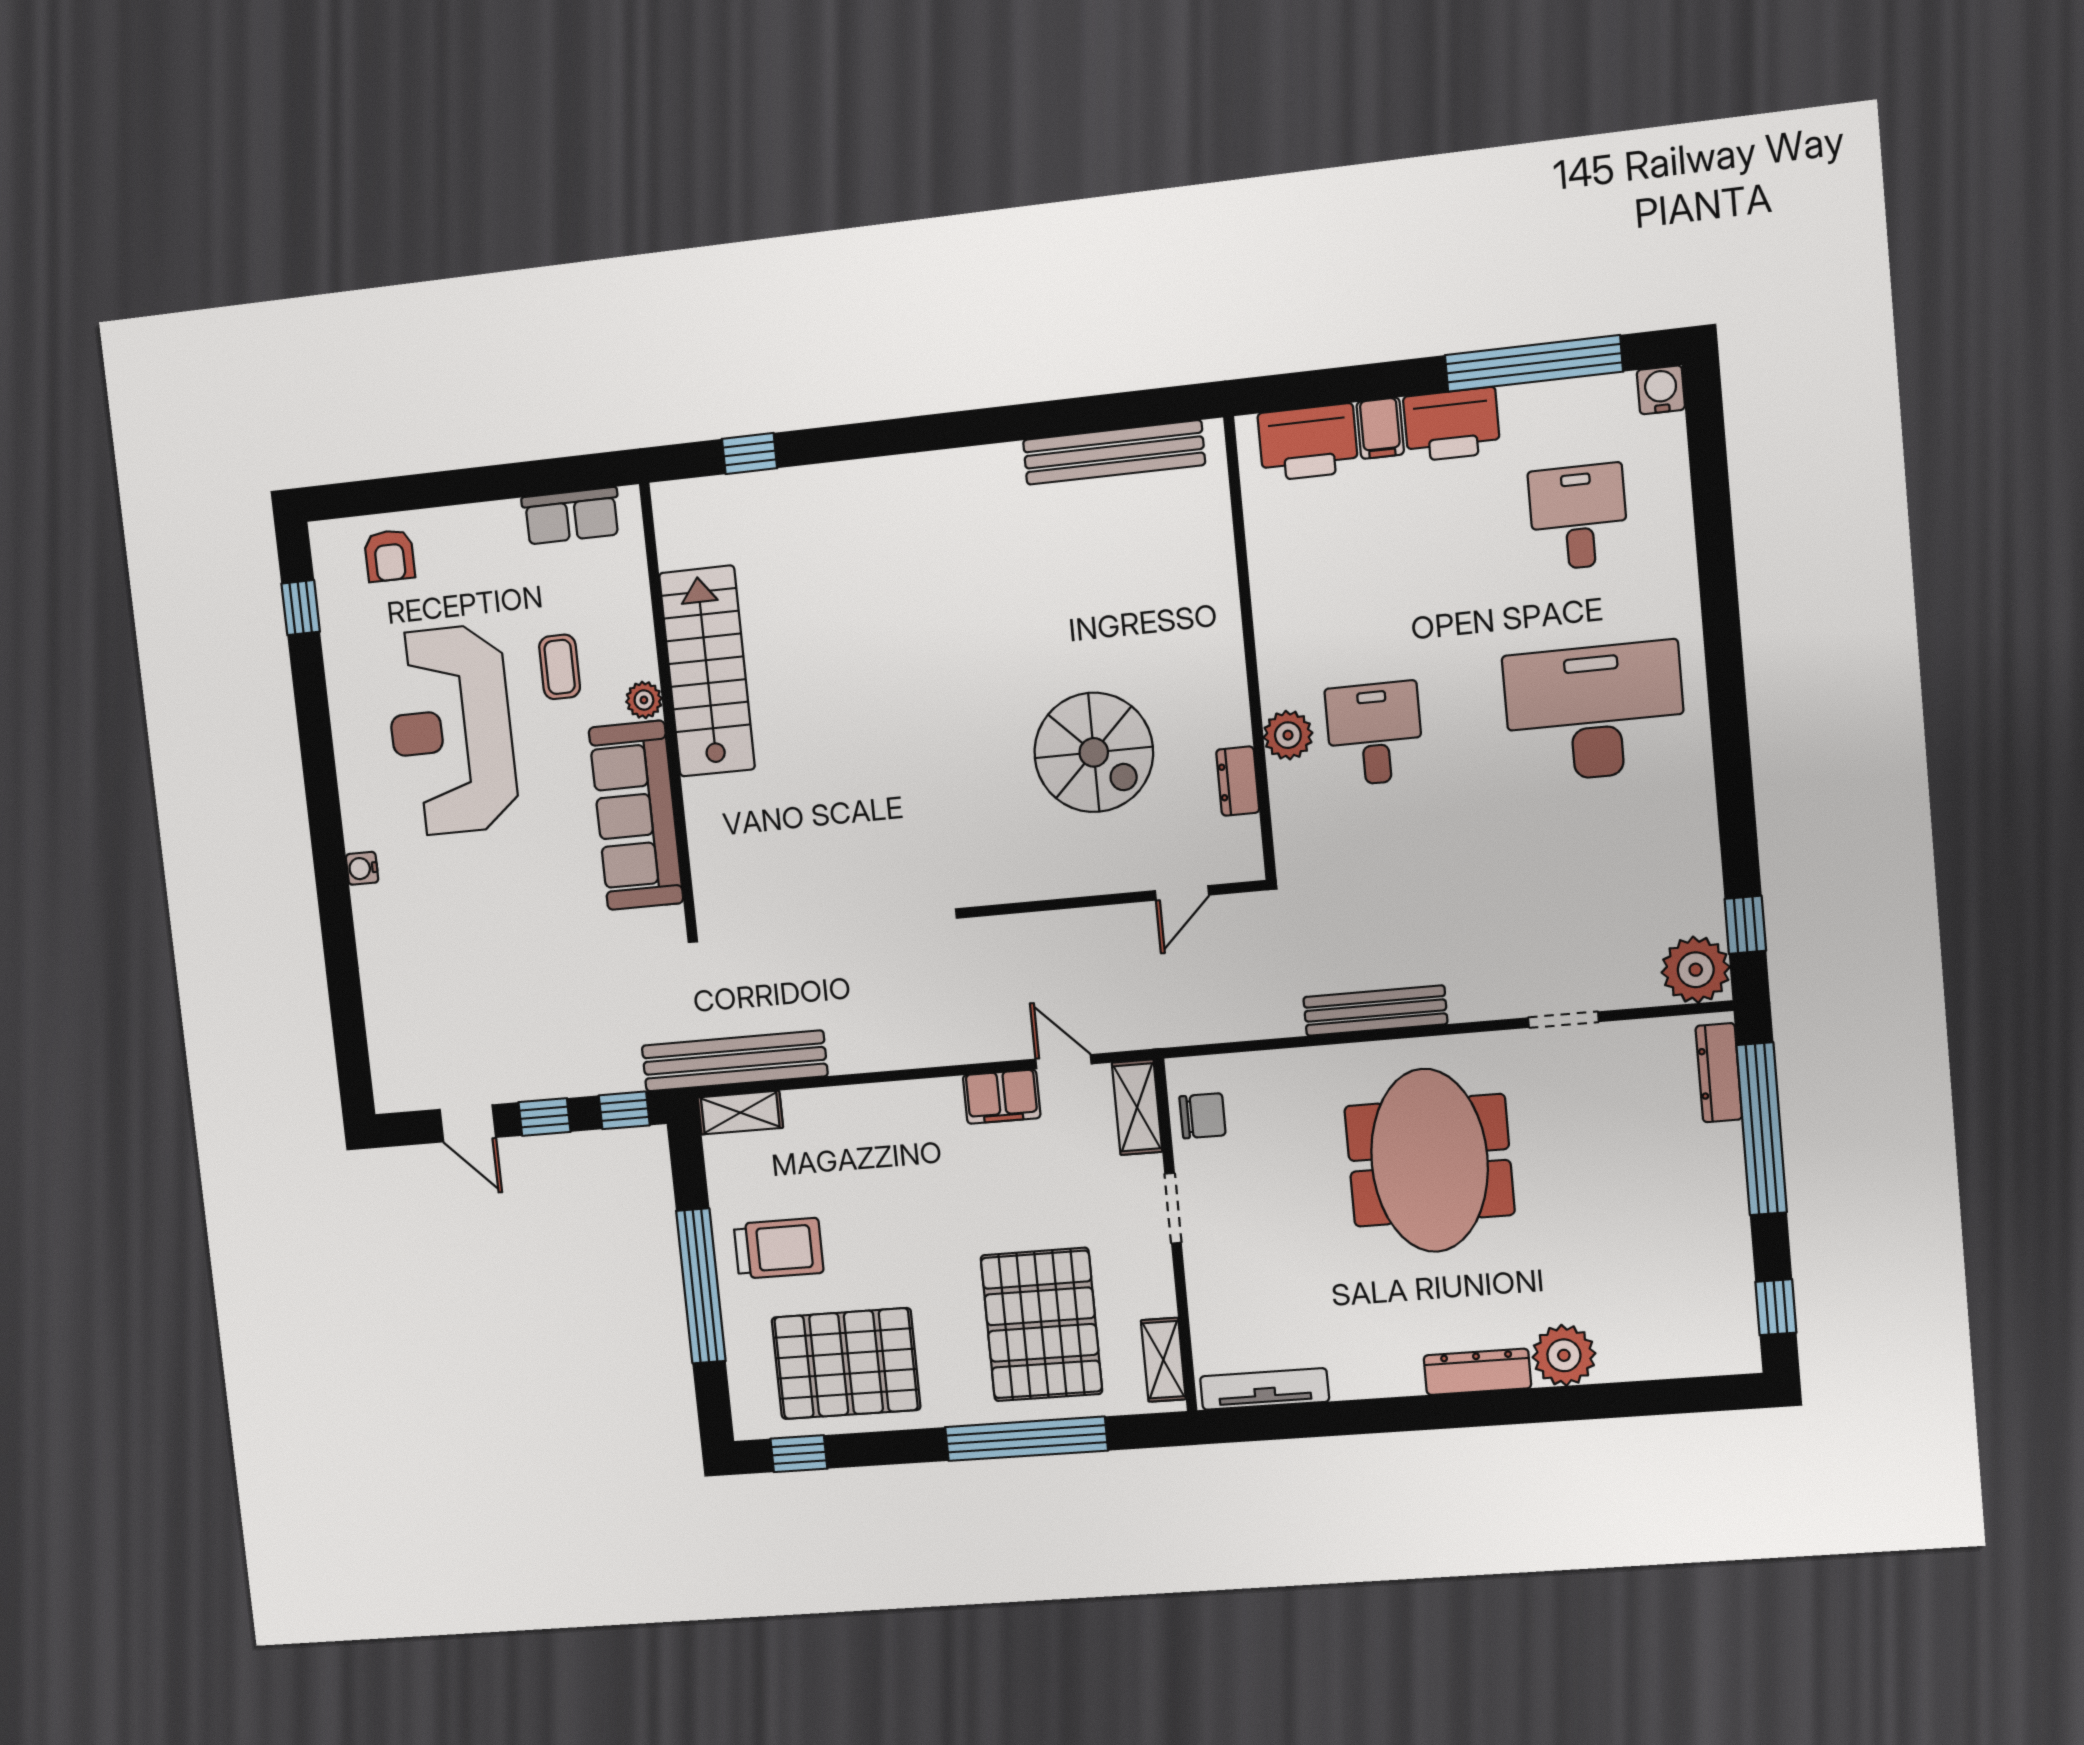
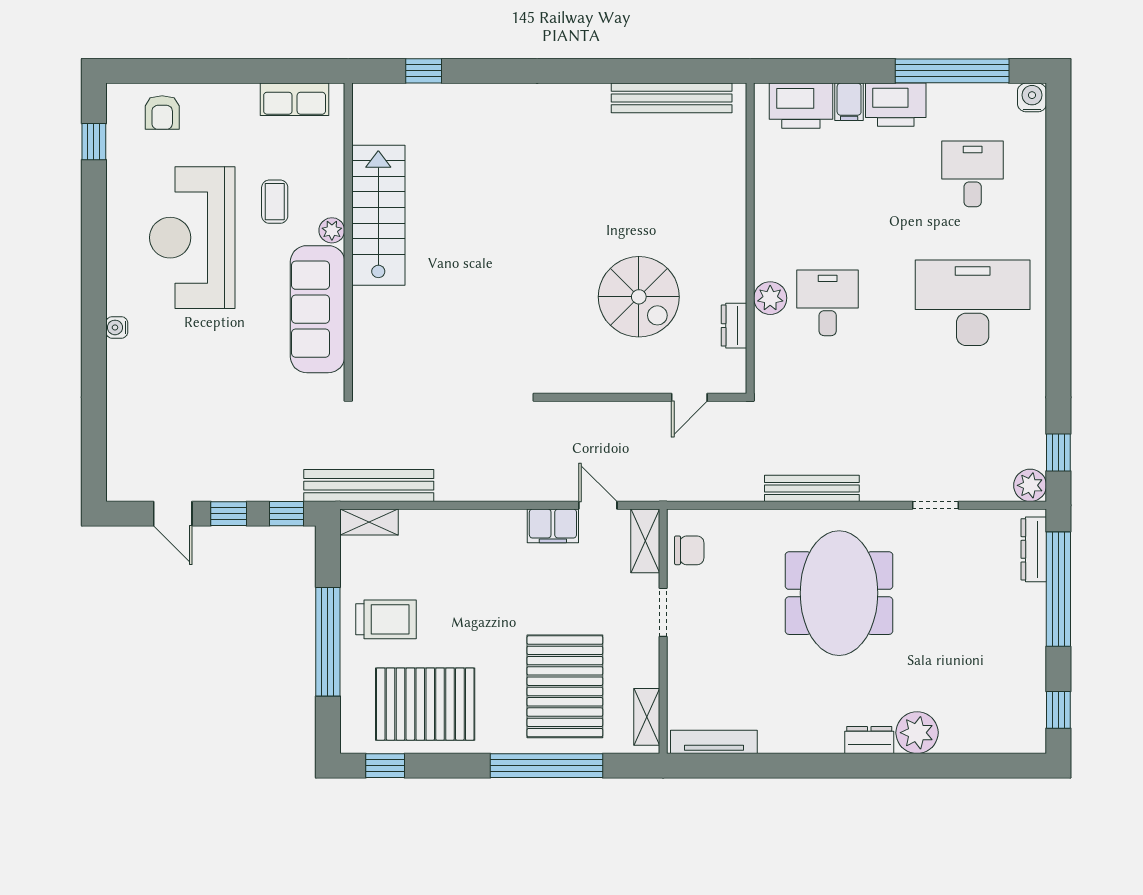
plant: (1696, 970) -> (1030, 485), width x0.73, depth x0.73
dresser: (1477, 1372) -> (869, 740), width x0.70

